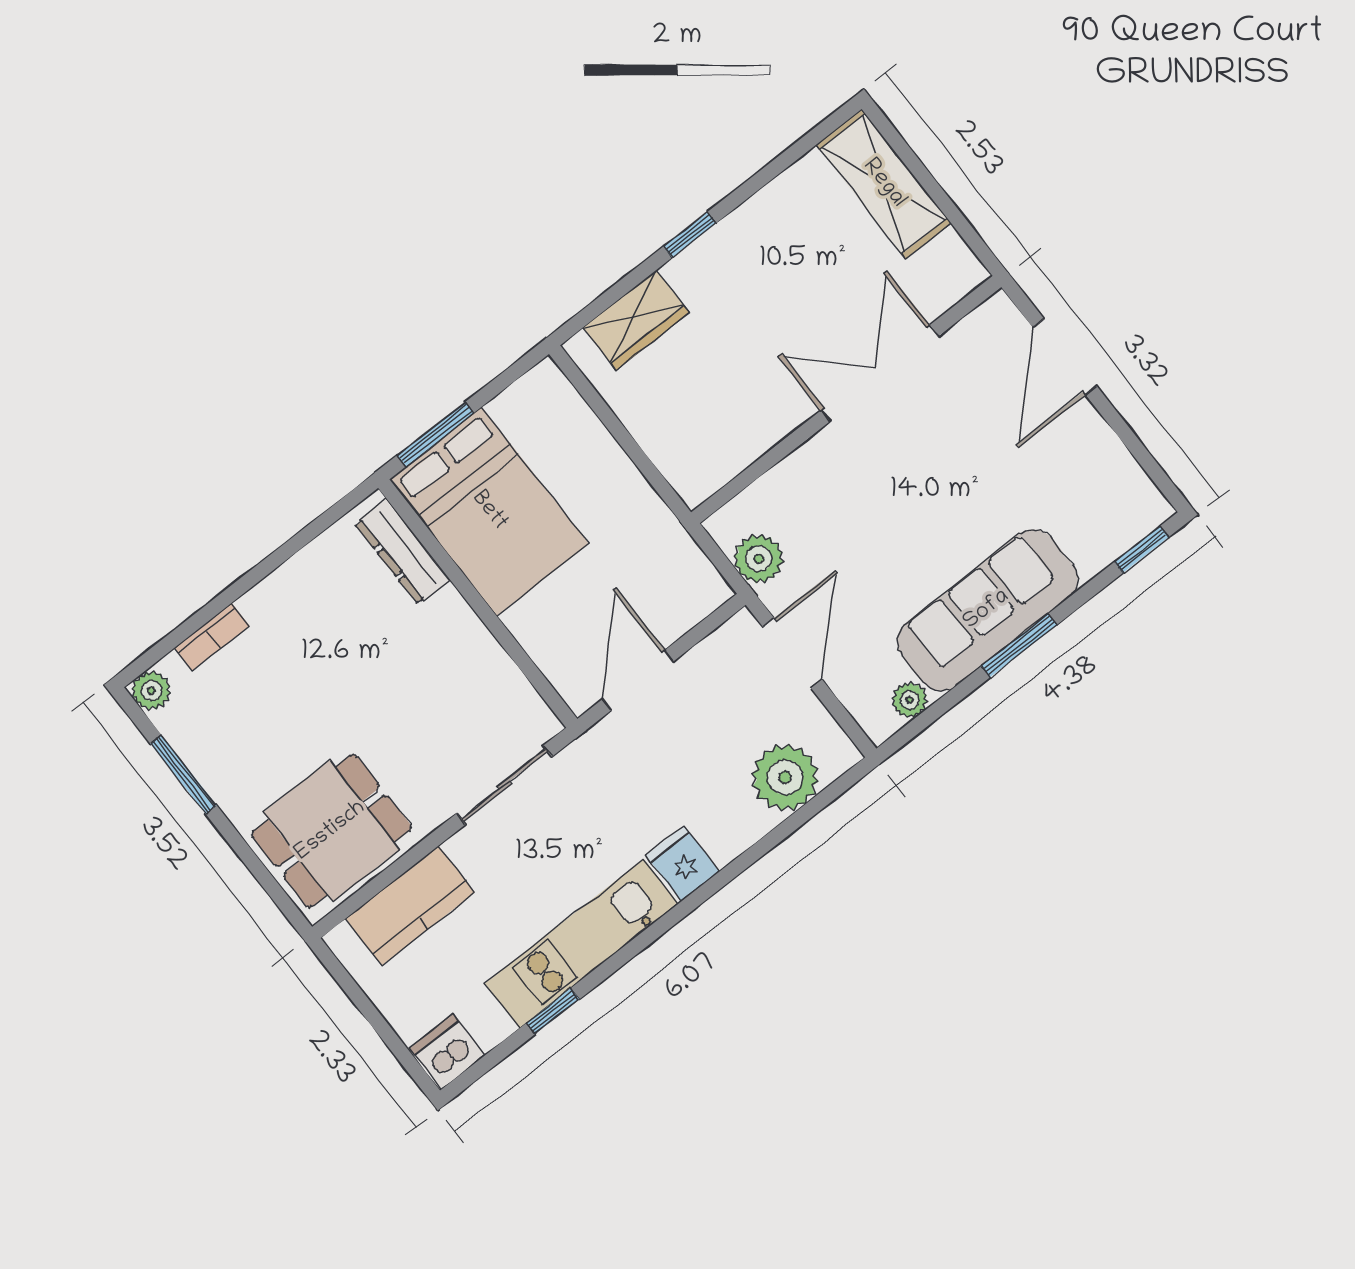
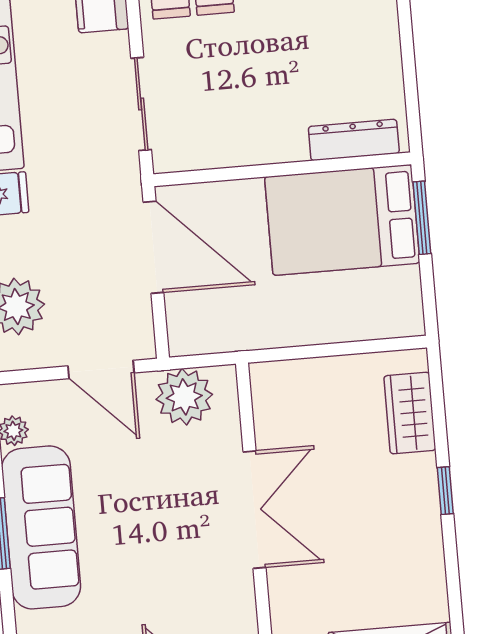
double door: (880, 373) -> (254, 510), moved
plant: (759, 559) -> (184, 397), width x1.36, depth x1.36
door: (638, 680) -> (153, 247), width x1.36

